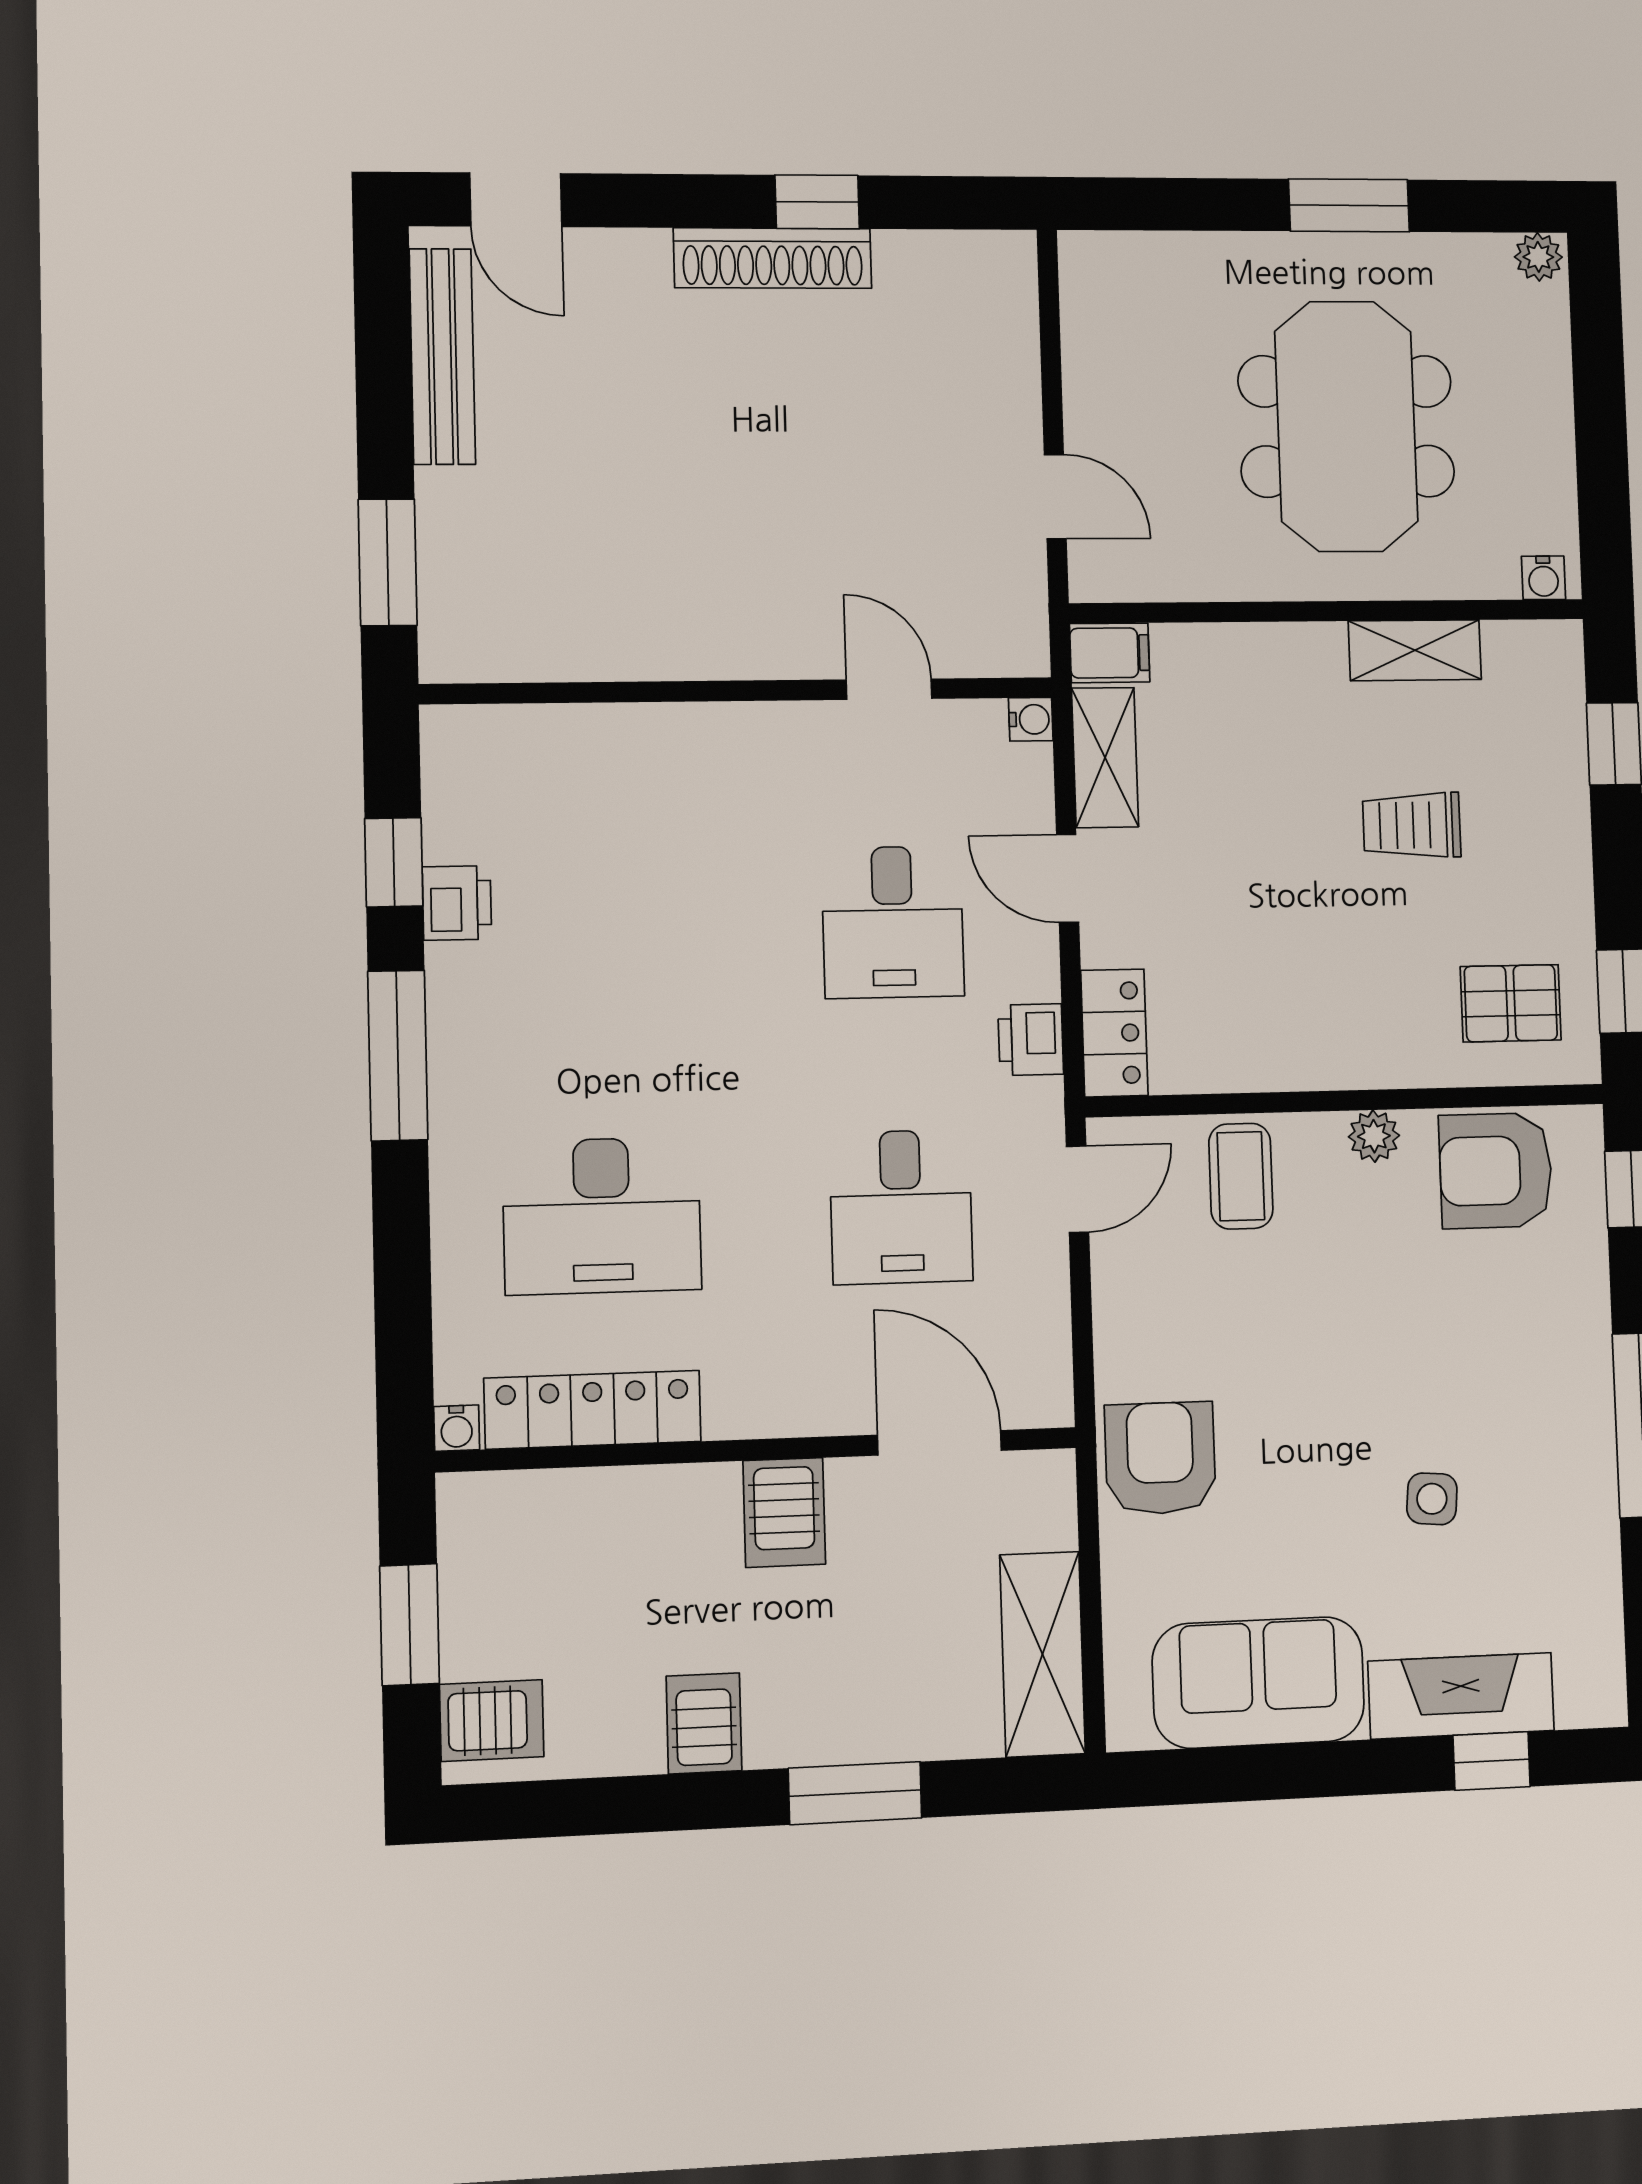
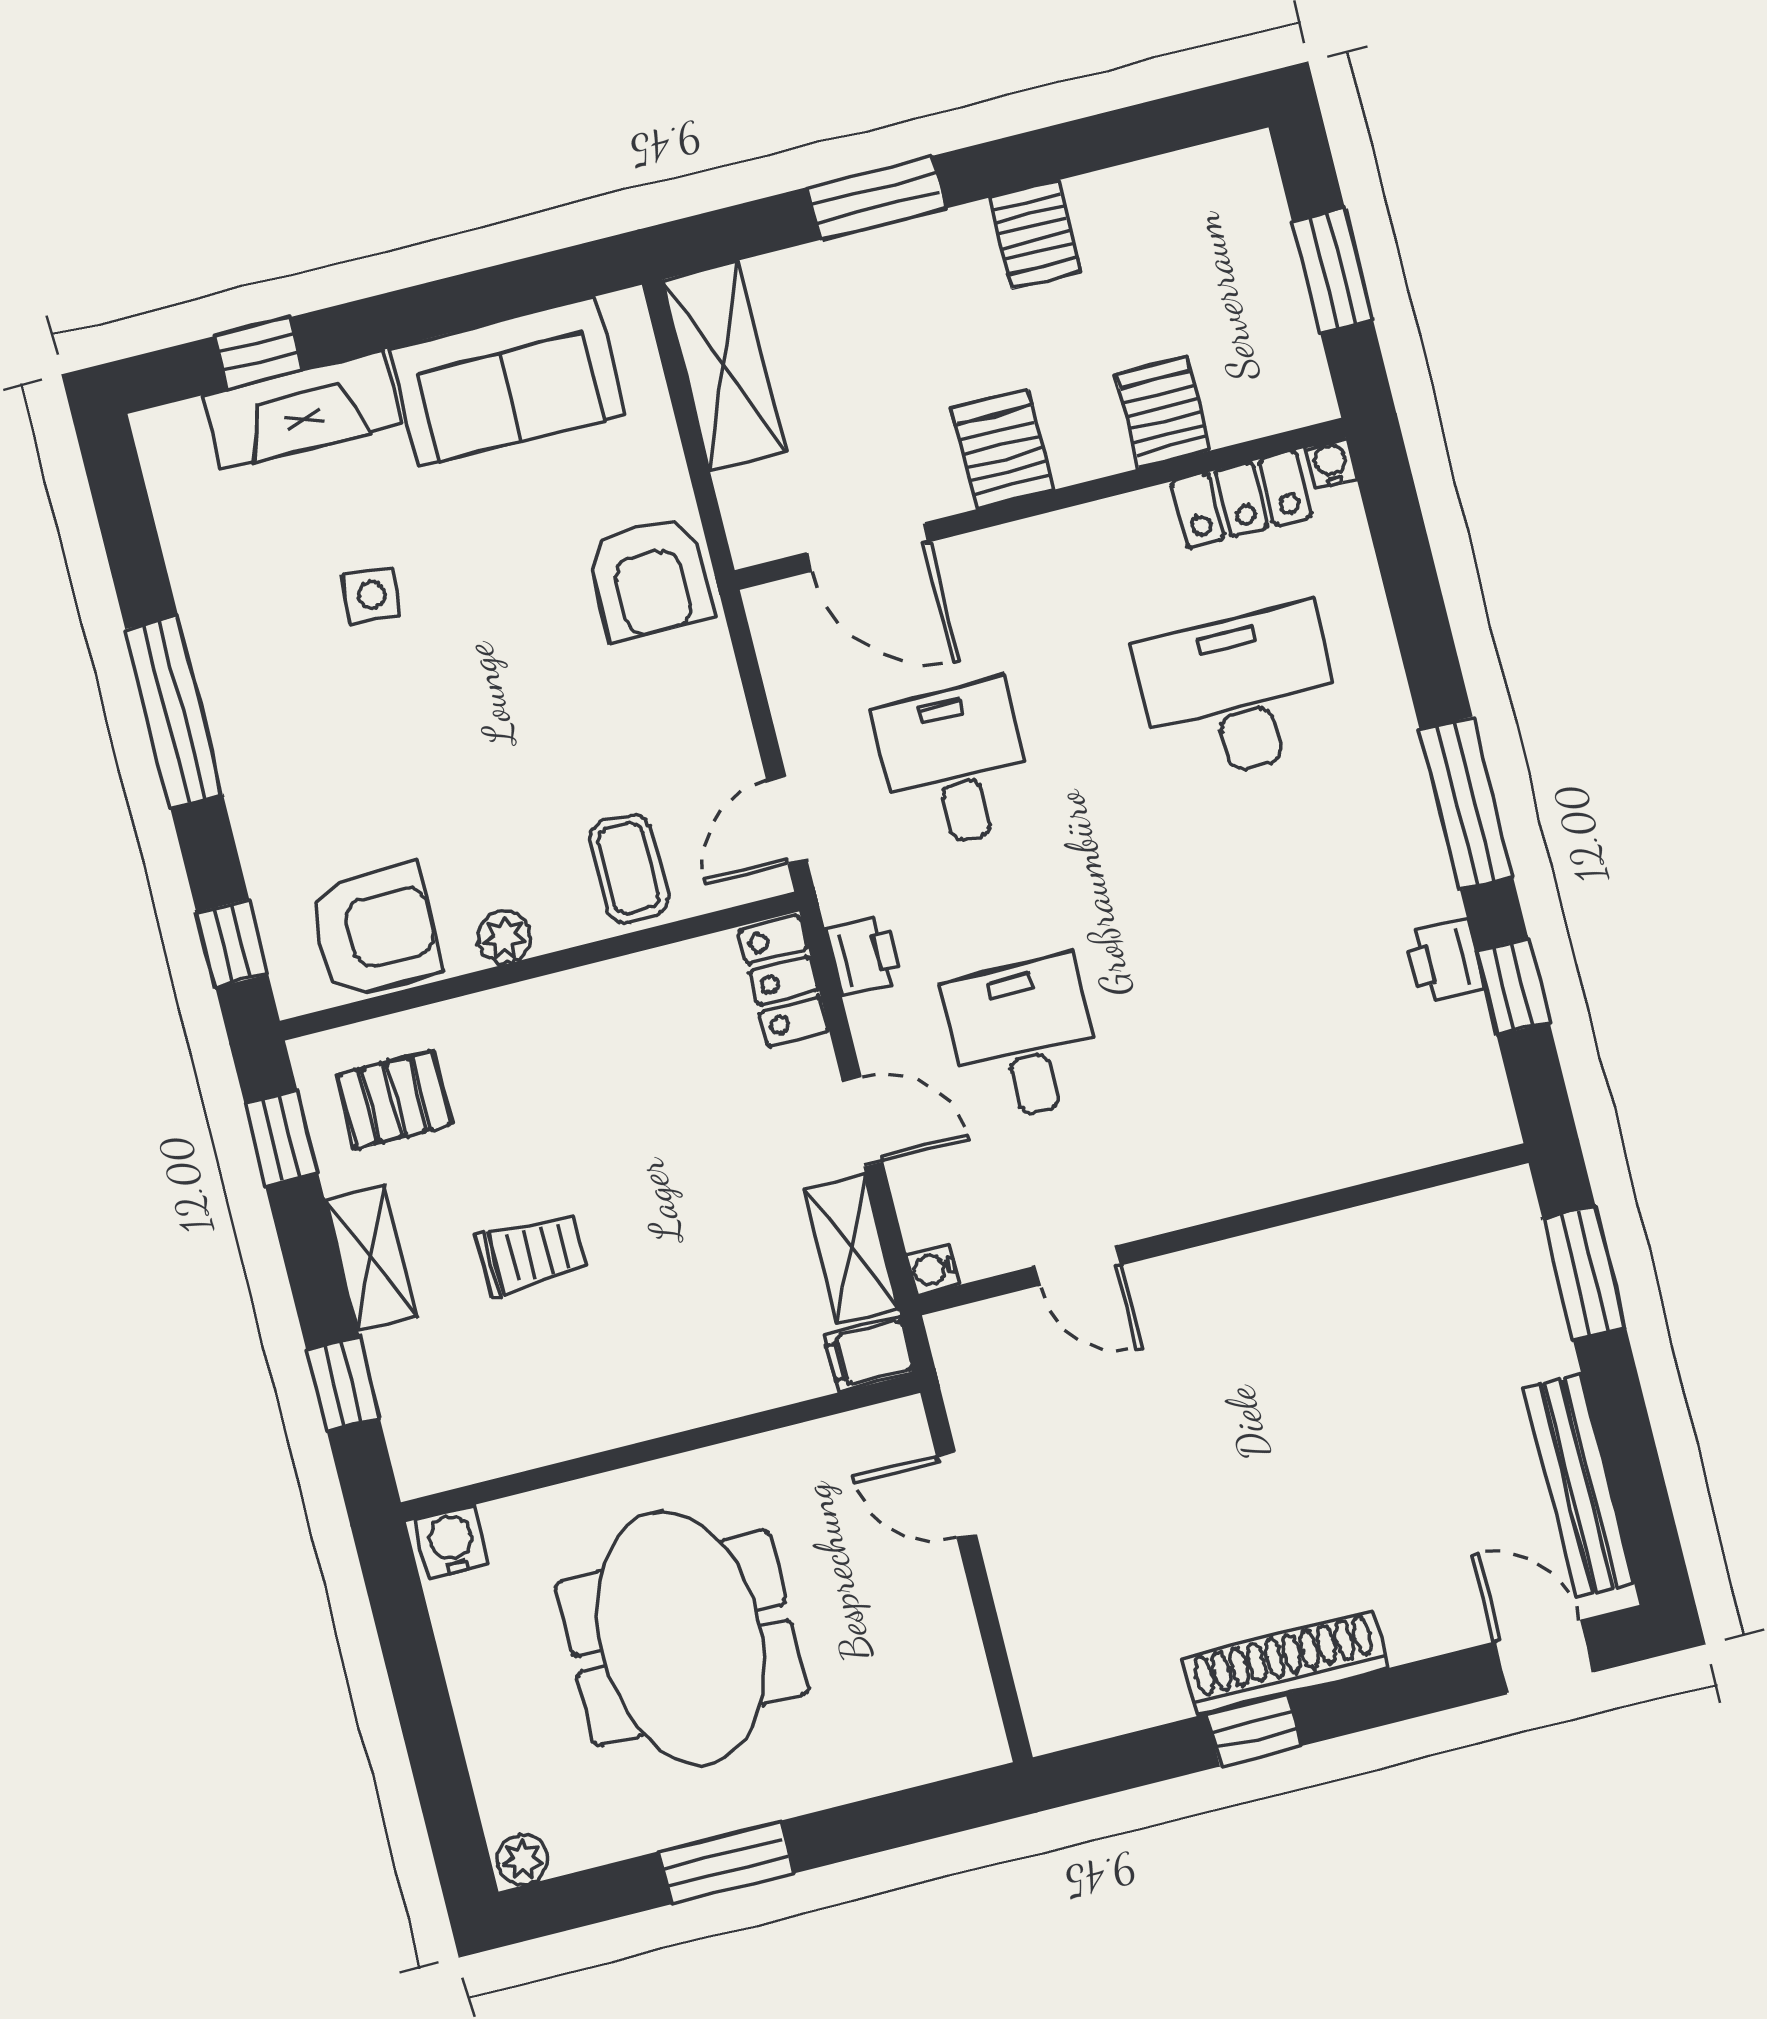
water cooler: (1543, 578) -> (452, 1543), width x1.38, depth x1.38
shelving: (1415, 650) -> (371, 1258), moved, turned 90
locker: (593, 1410) -> (1242, 499), width x0.66
server rack: (492, 1721) -> (1163, 412), moved, turned 90

